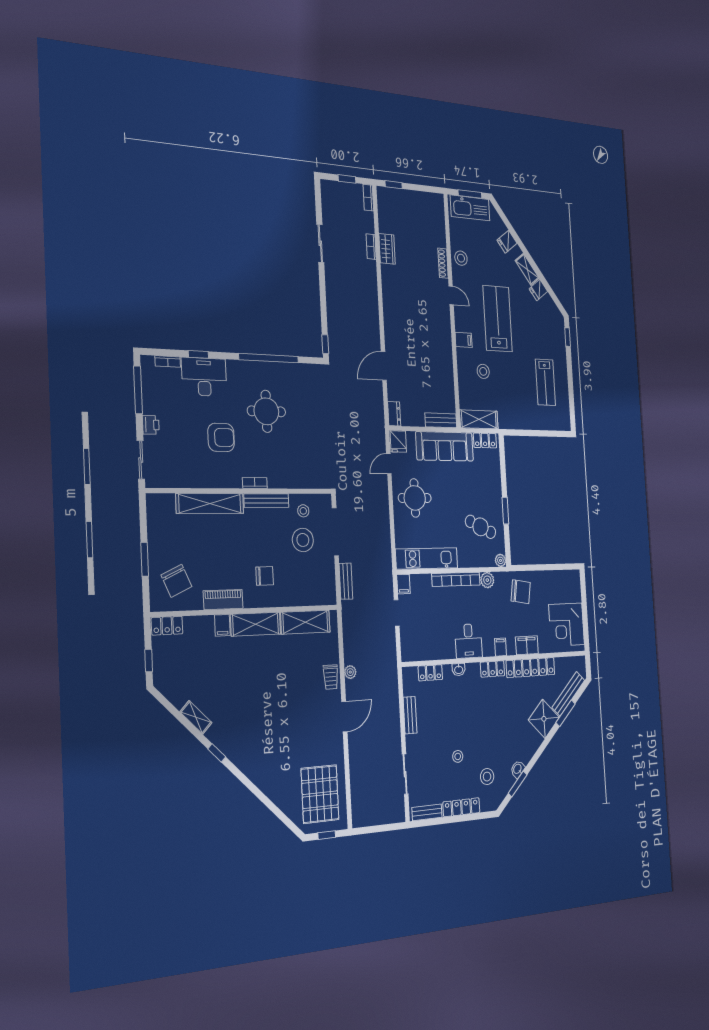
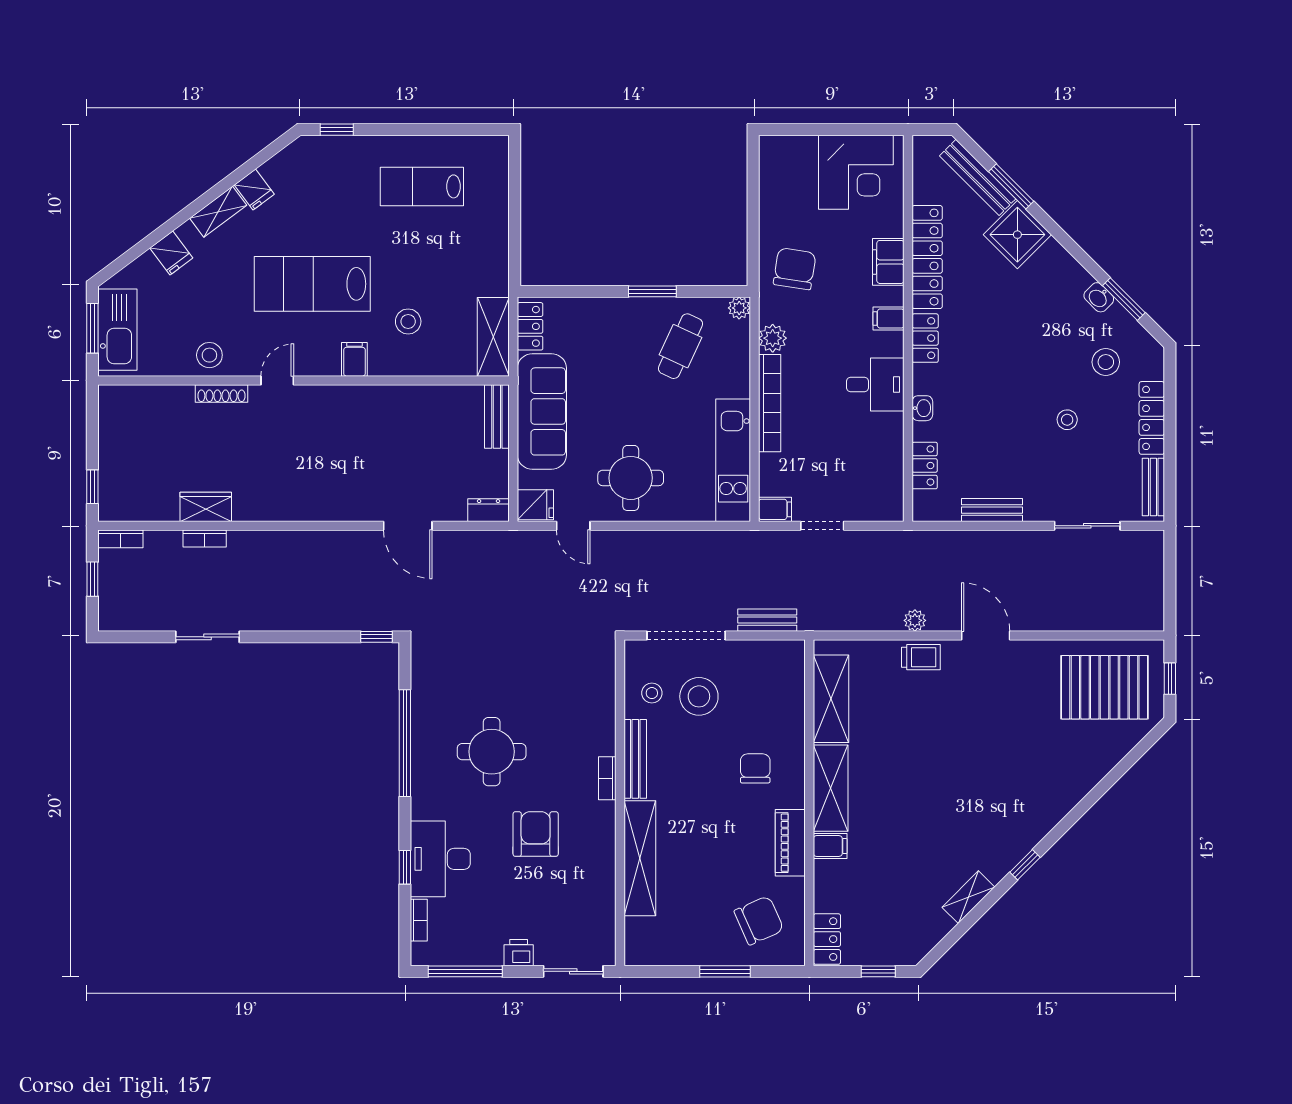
lab bench: (545, 382) -> (422, 186), turned 180

